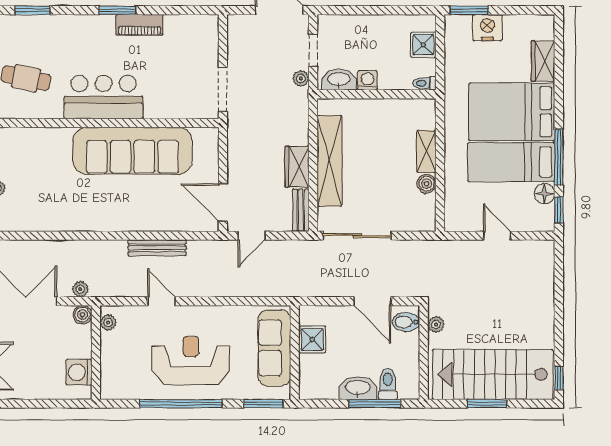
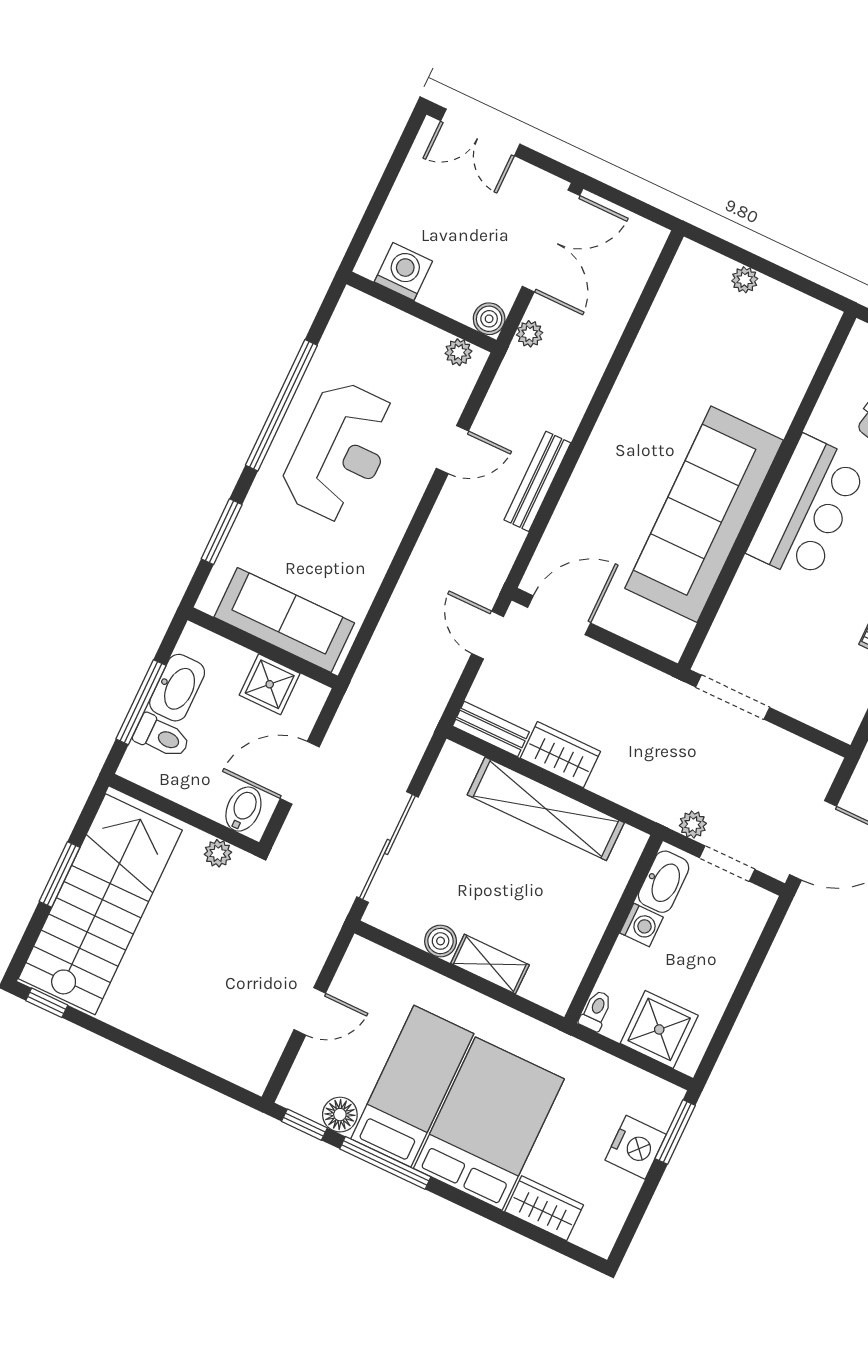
shower: (423, 45) -> (659, 1029), width x1.36, depth x1.36
sliding door: (357, 236) -> (387, 847), moved
shower: (312, 340) -> (270, 684), moved
sofa: (274, 348) -> (284, 620), moved
wall: (295, 352) -> (263, 648), moved

